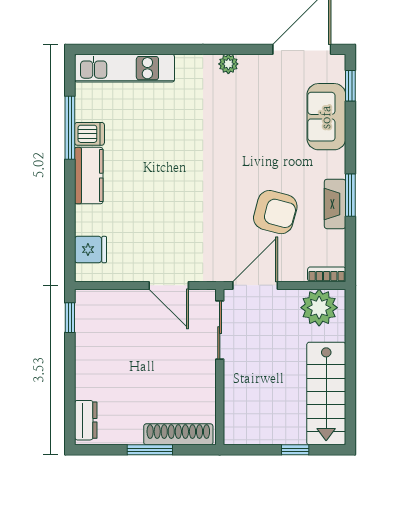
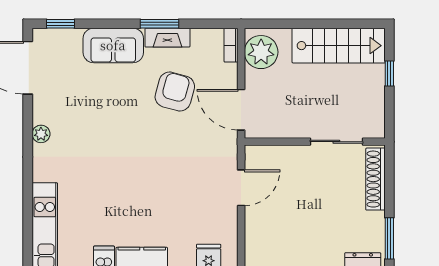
sofa: (326, 117) -> (113, 45), moved
sliding door: (220, 330) -> (336, 142), moved
window: (150, 450) -> (389, 238), moved

